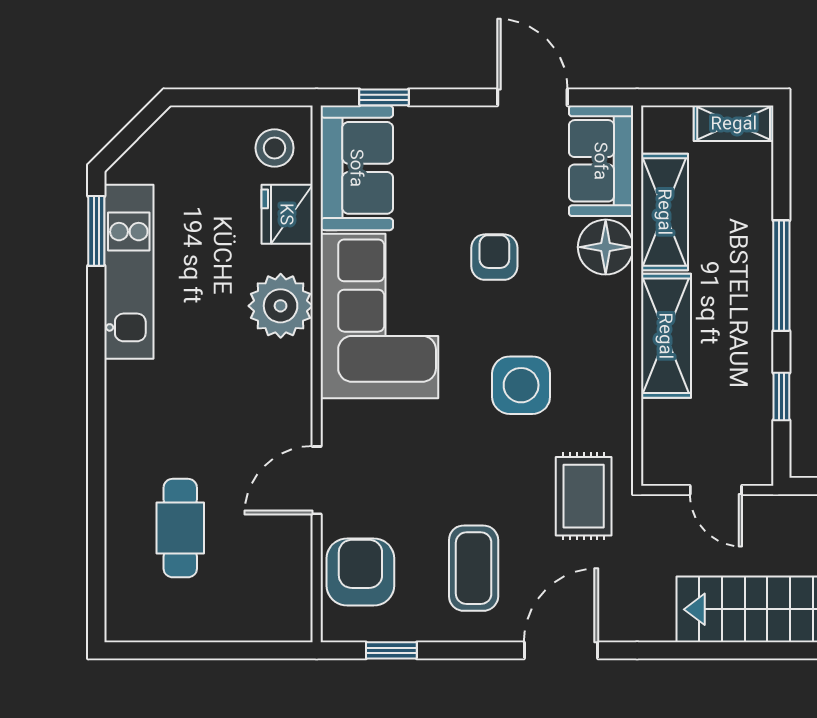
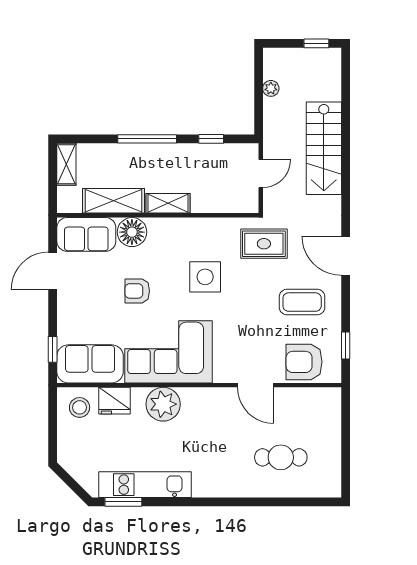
shelving: (666, 336) -> (168, 203), width x0.67, depth x0.75

